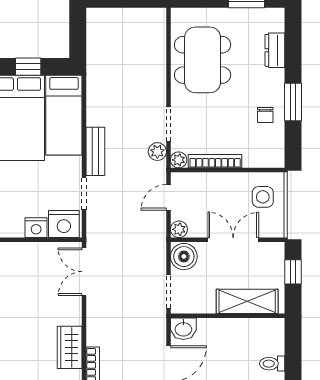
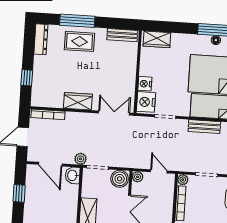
bench: (95, 151) -> (204, 127), moved
plant: (157, 152) -> (80, 159), moved
wardrobe: (70, 347) -> (78, 101), moved

